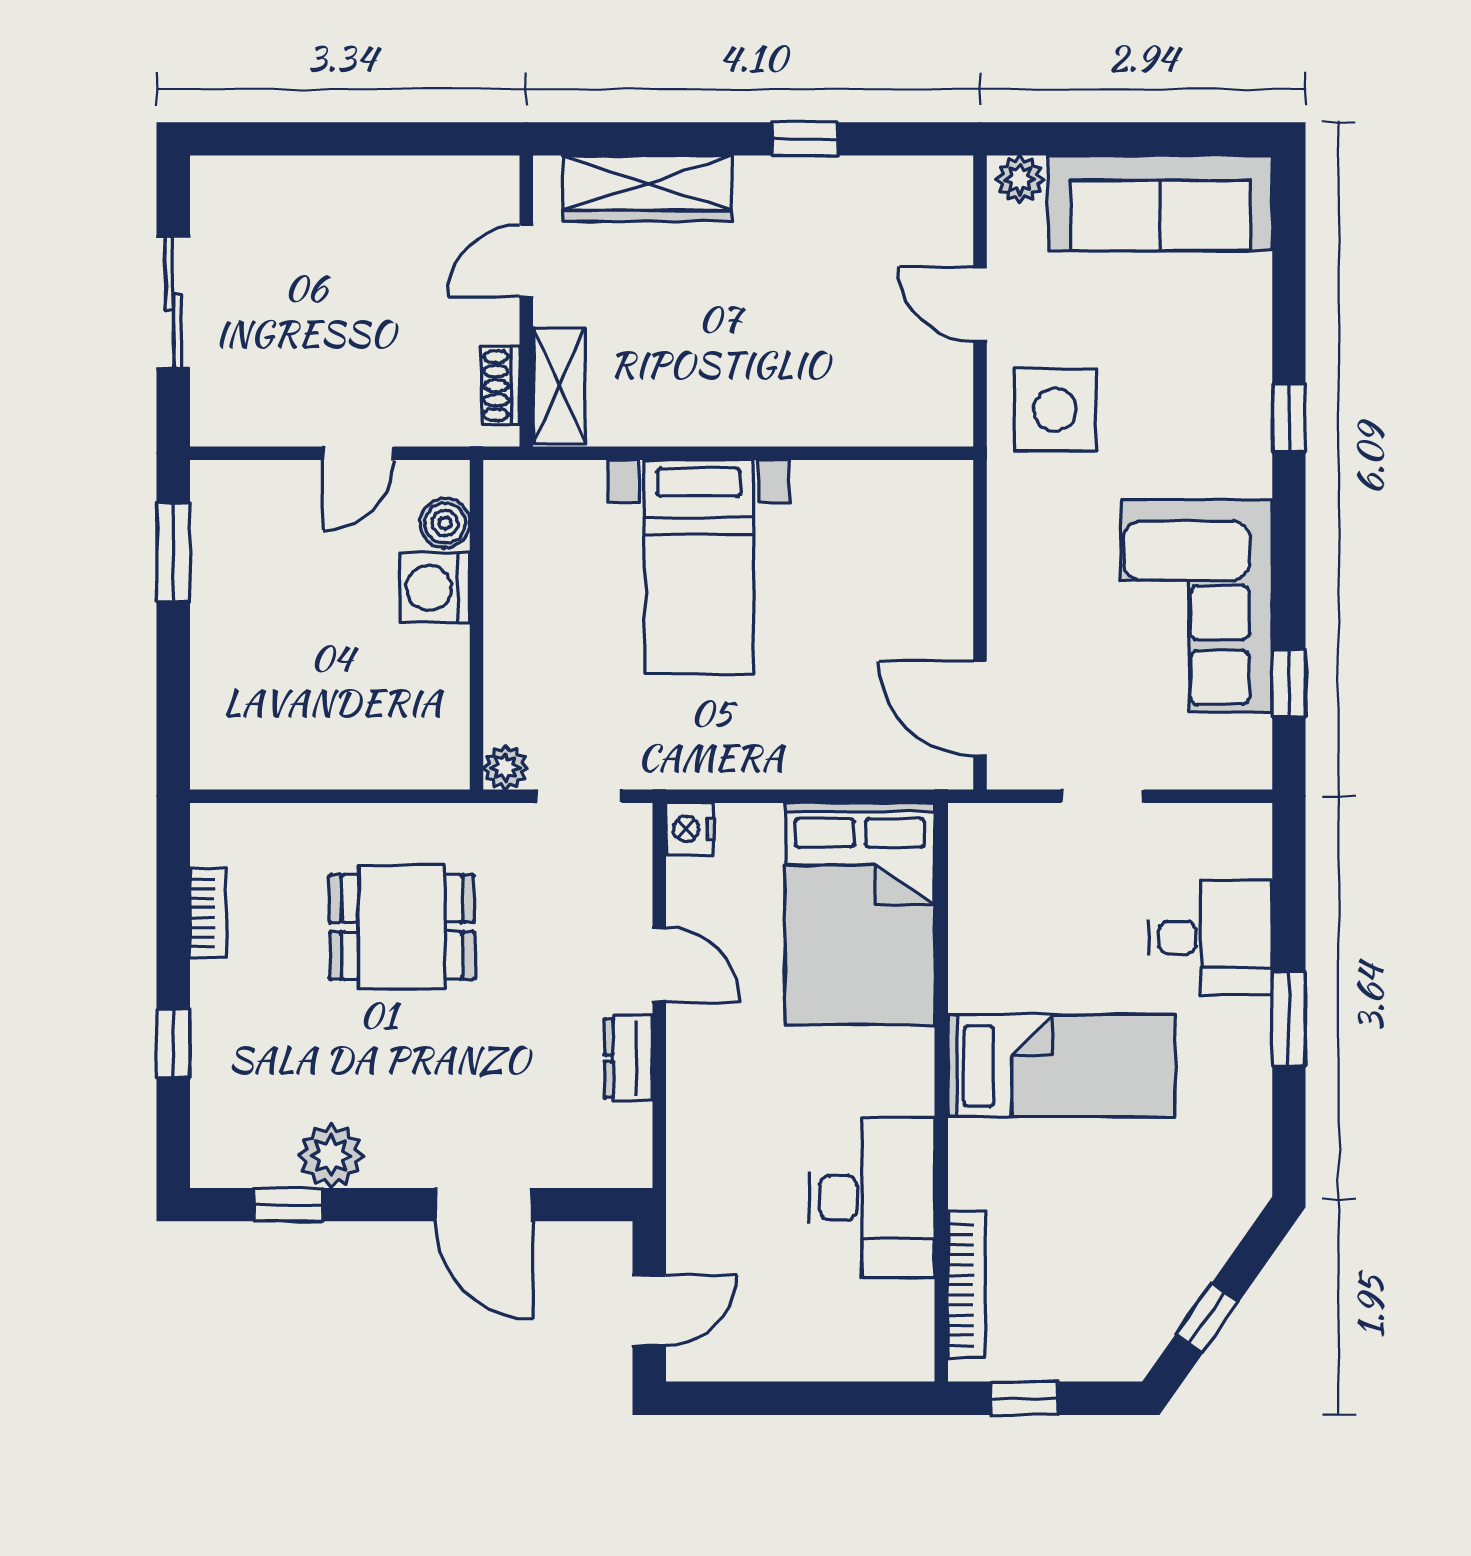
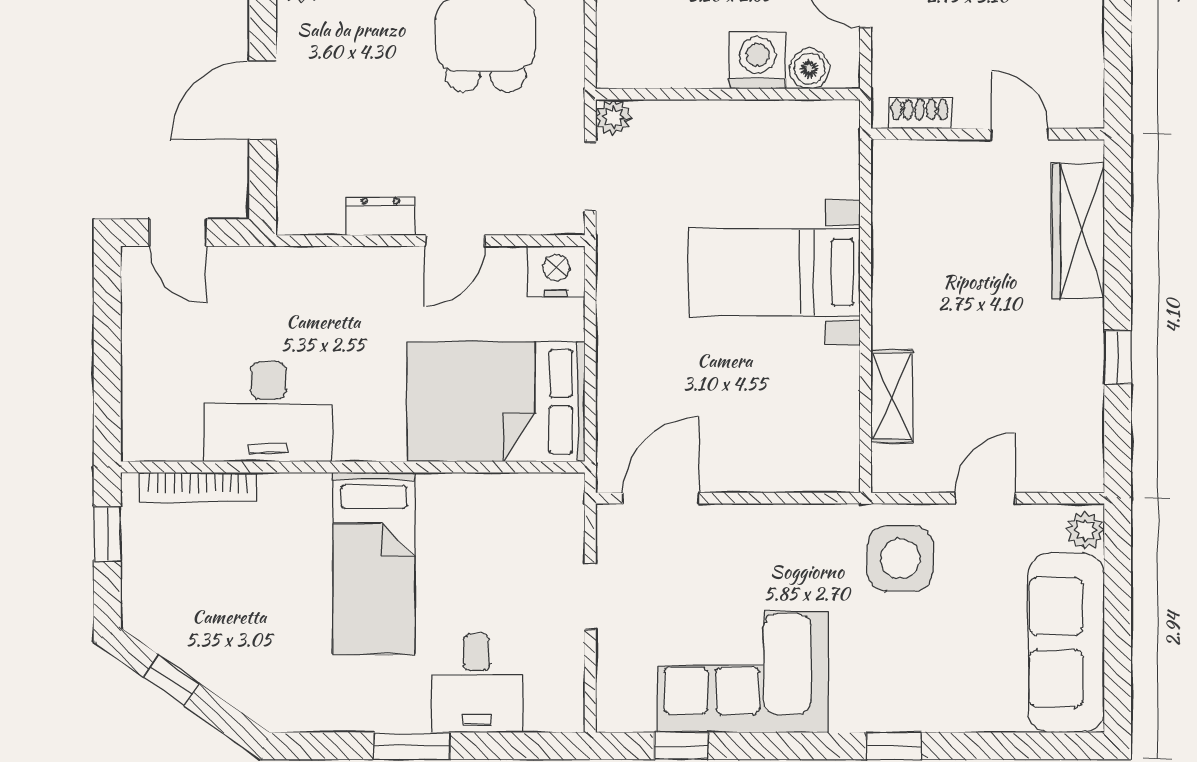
shelving: (559, 386) -> (892, 396), moved, turned 90
nightstand: (690, 829) -> (556, 272), width x1.36, depth x1.33

